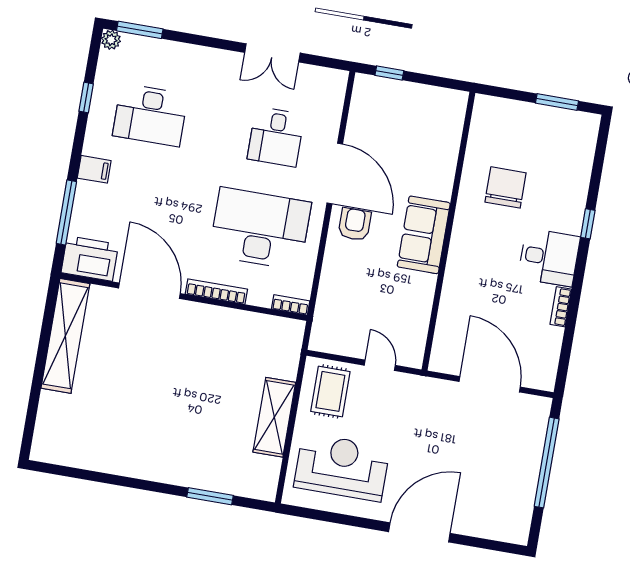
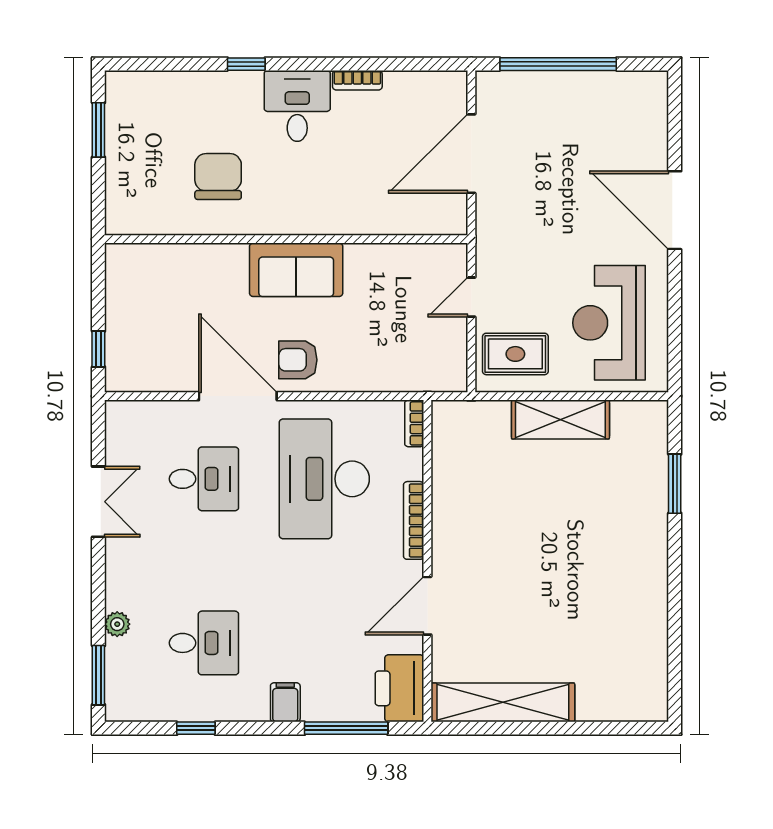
plant: (111, 40) -> (117, 624), moved
desk: (150, 115) -> (204, 643), width x0.73
door: (335, 173) -> (238, 396), hinge flipped
chair: (506, 187) -> (218, 176), turned 90
door: (149, 291) -> (427, 606), width x0.73

